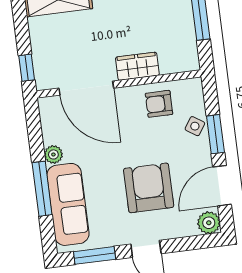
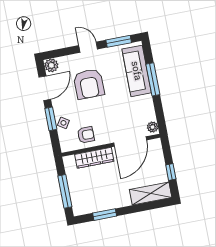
wardrobe: (137, 66) -> (94, 158), width x1.50
window: (27, 68) -> (171, 172), moved
door: (86, 88) -> (130, 142), swing flipped
plant: (53, 154) -> (153, 127), moved

